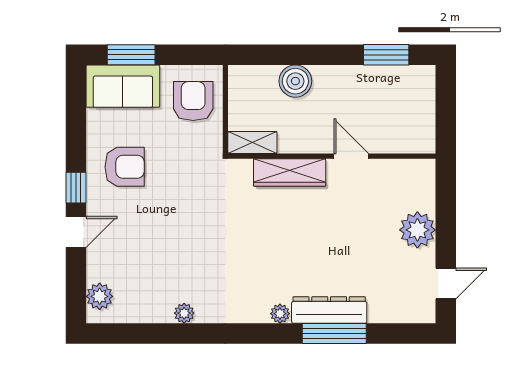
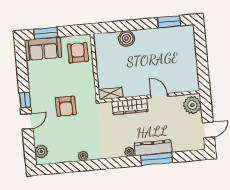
shelving: (252, 143) -> (111, 93), moved
wall: (332, 156) -> (150, 96), moved
door: (351, 156) -> (159, 96), moved
armchair: (125, 167) -> (66, 106), moved, turned 90
wardrobe: (290, 173) -> (130, 106), moved

